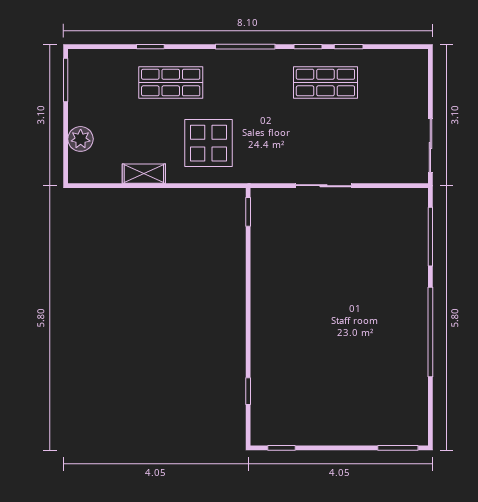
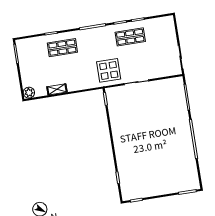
plant: (81, 139) -> (29, 93), moved
display table: (208, 143) -> (109, 70), moved

